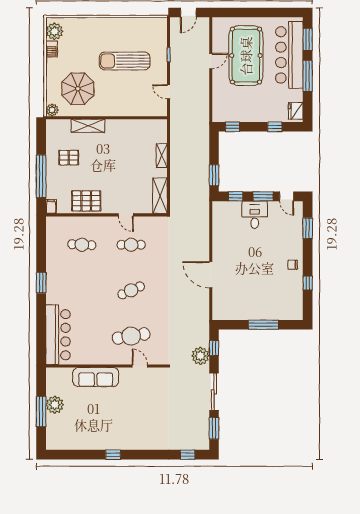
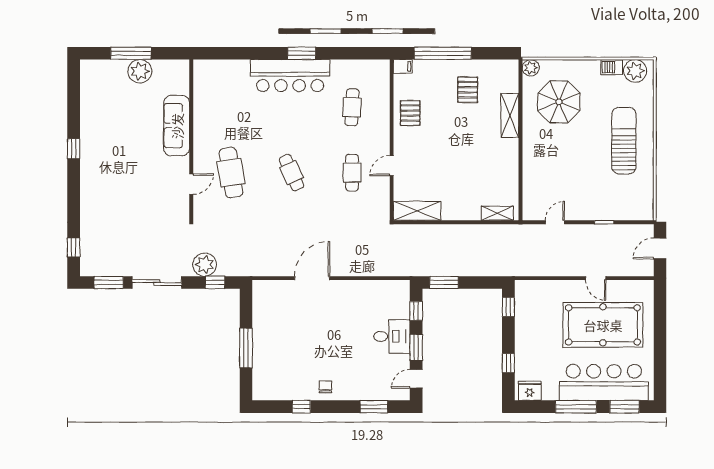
door: (188, 13) -> (660, 248), hinge flipped
sun lounger: (125, 61) -> (624, 141), moved
shelving: (162, 156) -> (497, 213), moved
pallet: (86, 201) -> (410, 113), width x0.67, depth x0.71
bar counter: (58, 335) -> (290, 76), moved

